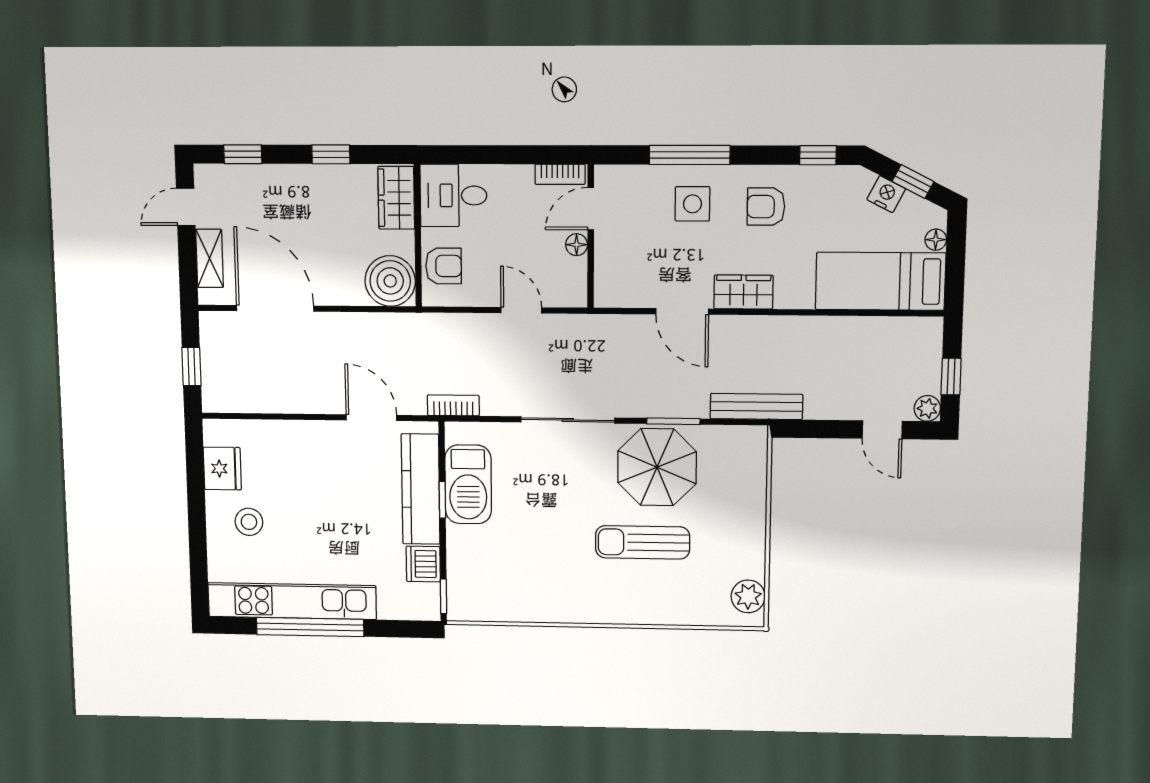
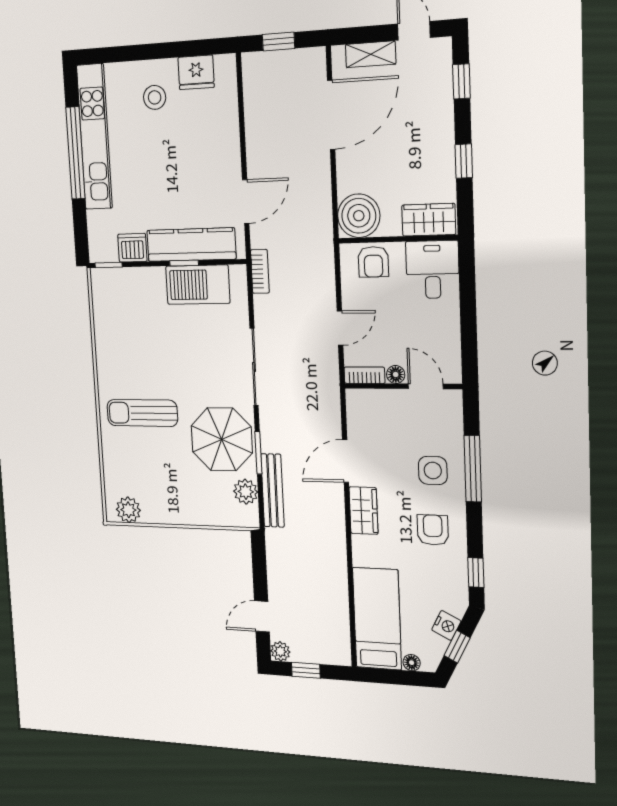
bookcase: (560, 174) -> (364, 375), moved, turned 90
bench: (756, 407) -> (272, 490), moved
plant: (722, 441) -> (246, 492), added
sun lounger: (643, 542) -> (142, 413), moved, turned -90

